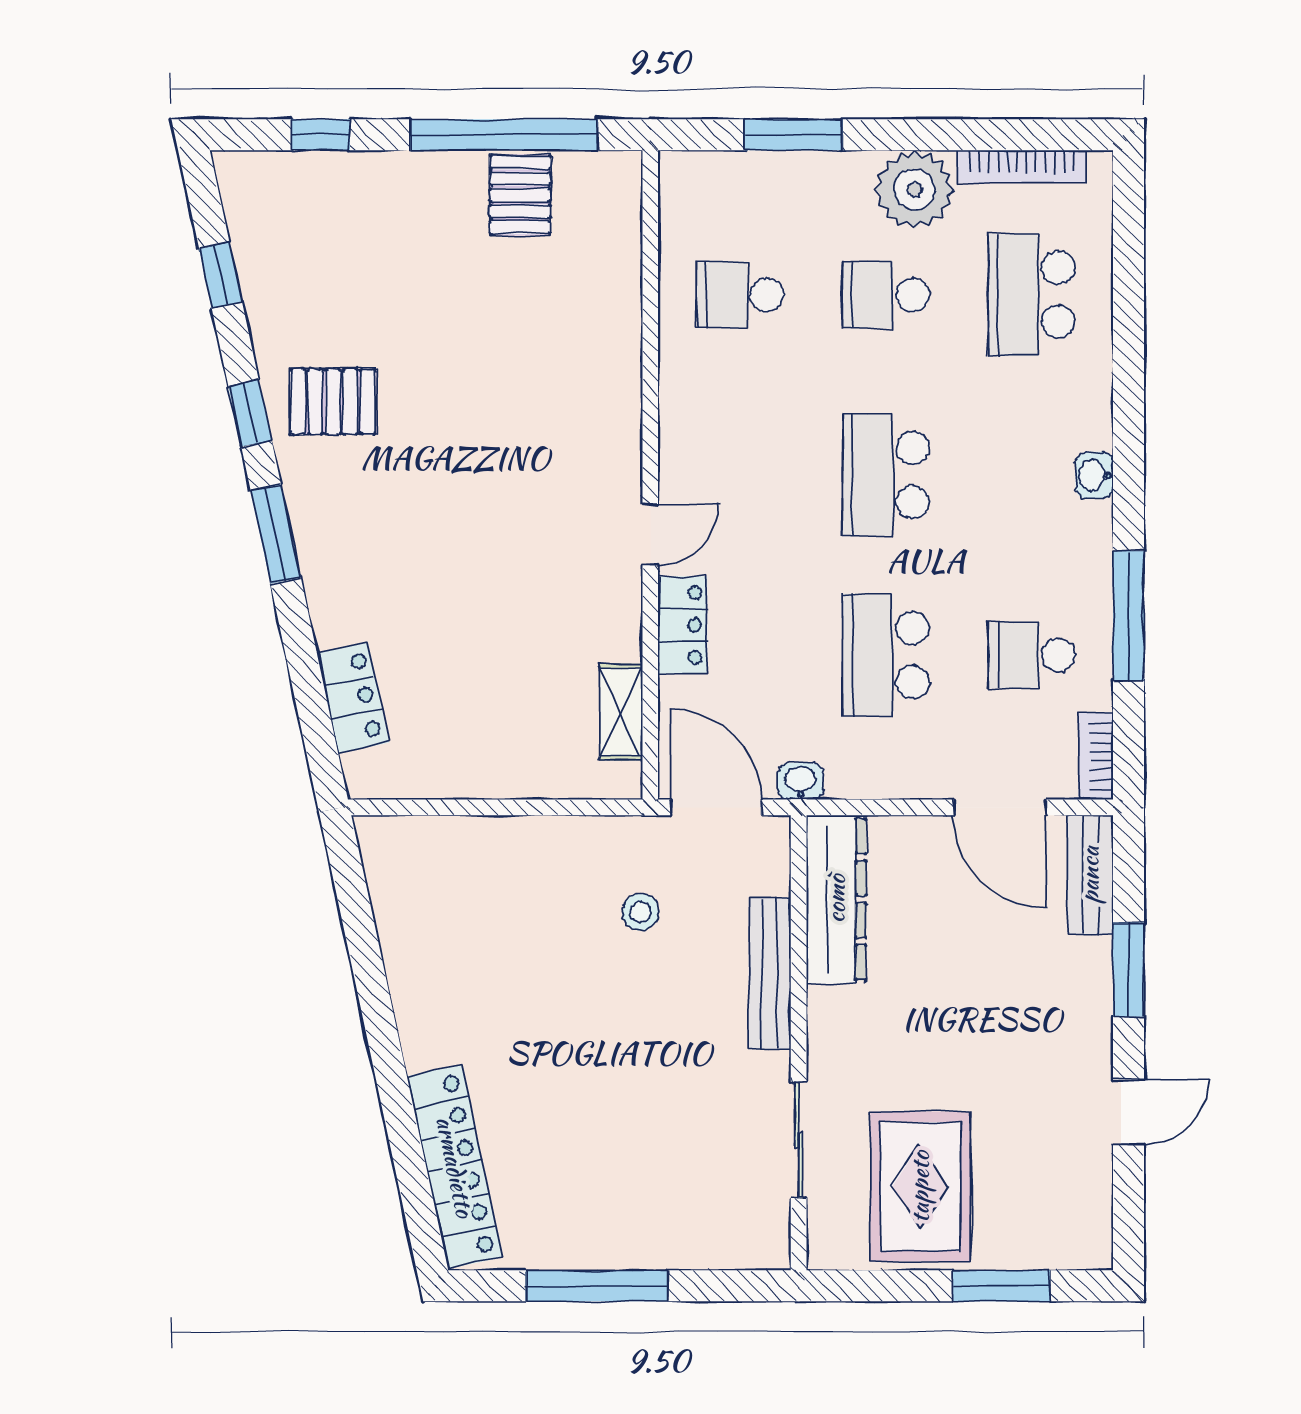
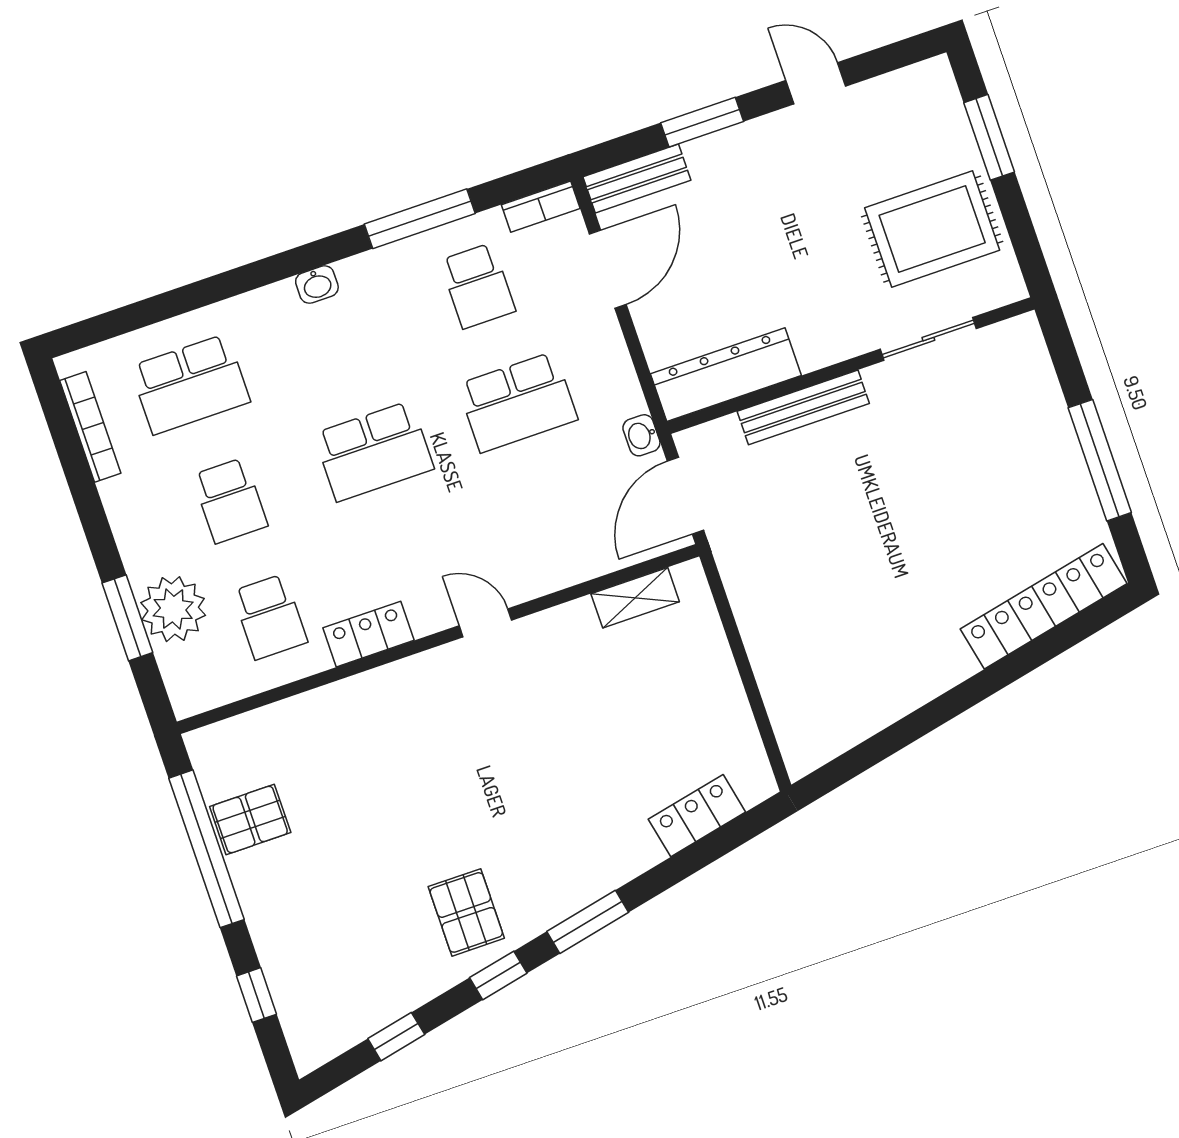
plant: (915, 189) -> (173, 609), moved
locker: (683, 625) -> (368, 634), moved
stool: (640, 912) -> (790, 527), removed

